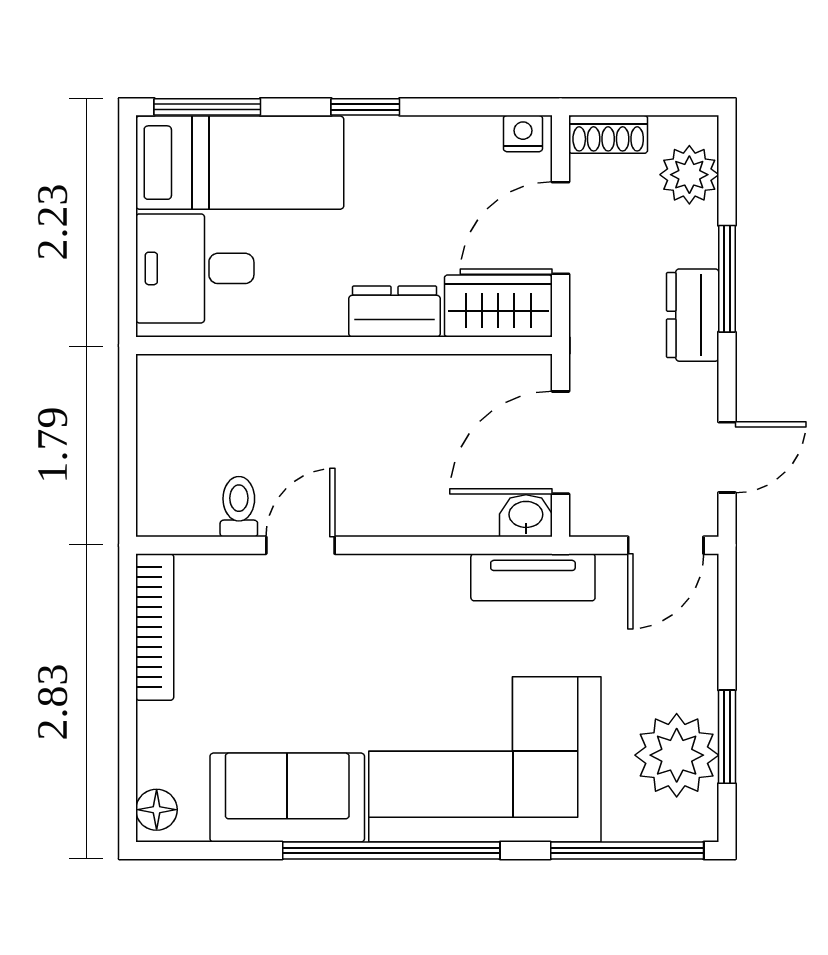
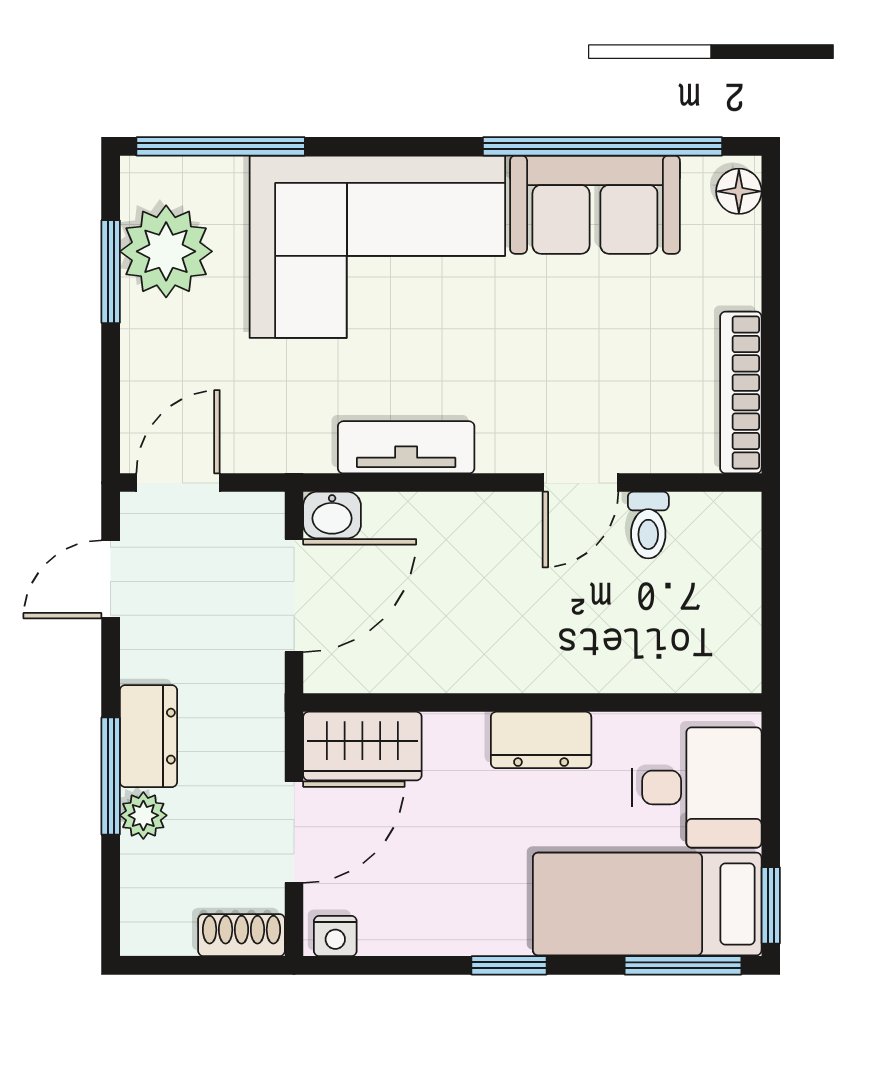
window: (128, 161) -> (771, 905), added
plant: (689, 175) -> (143, 815), moved, width x0.73, depth x0.73
dresser: (395, 312) -> (541, 740), moved
tv unit: (533, 577) -> (406, 447), moved
window: (391, 850) -> (603, 146), moved

